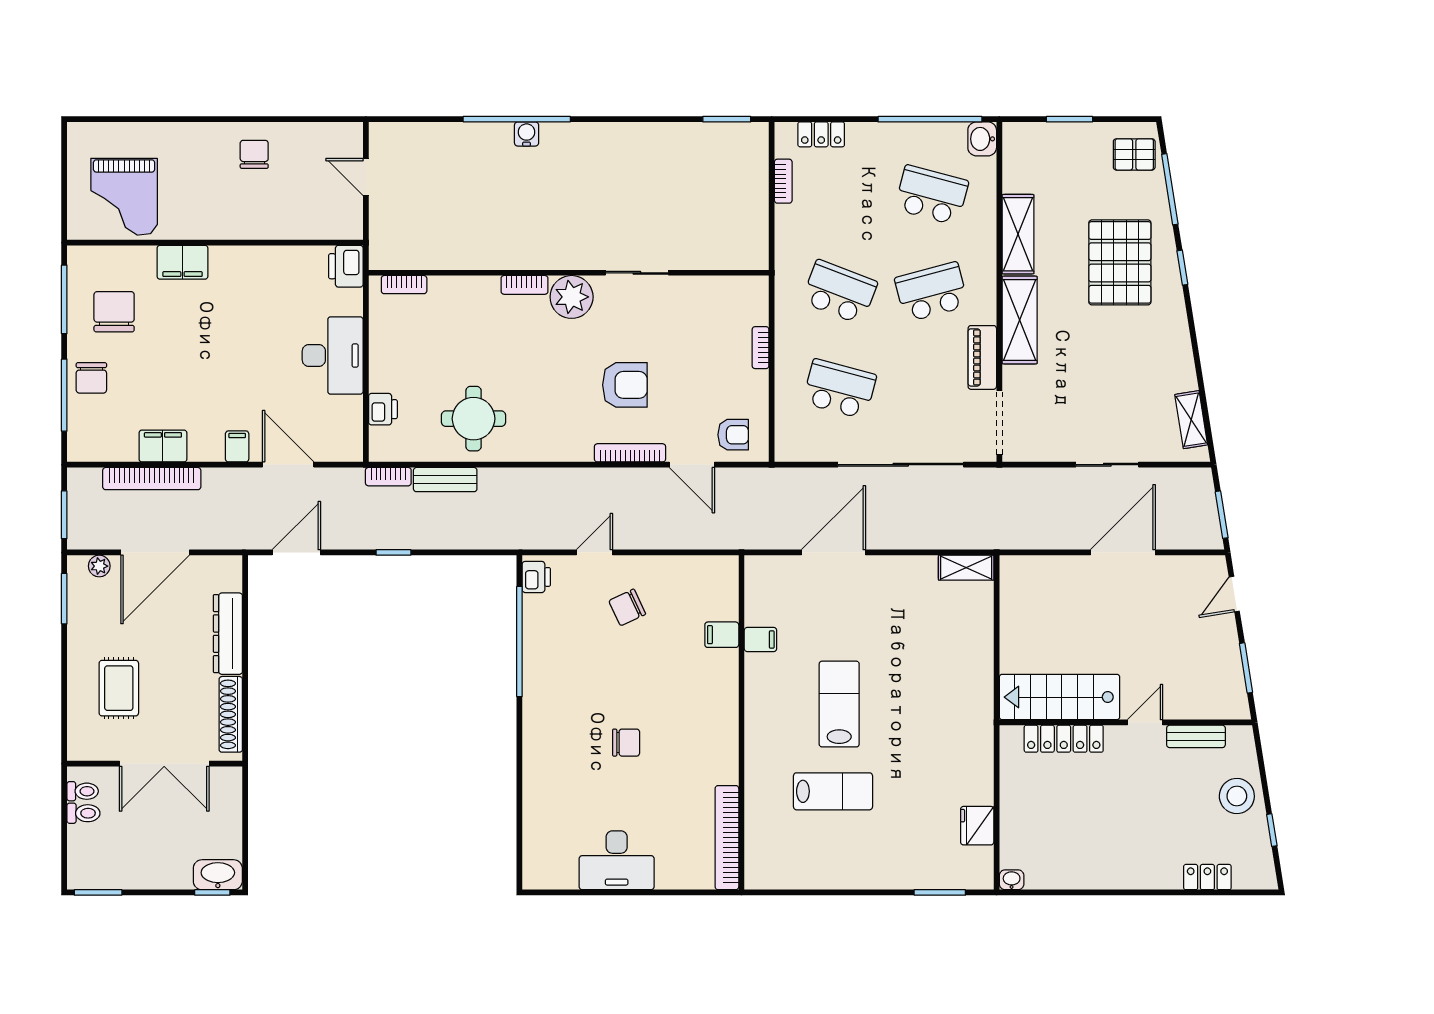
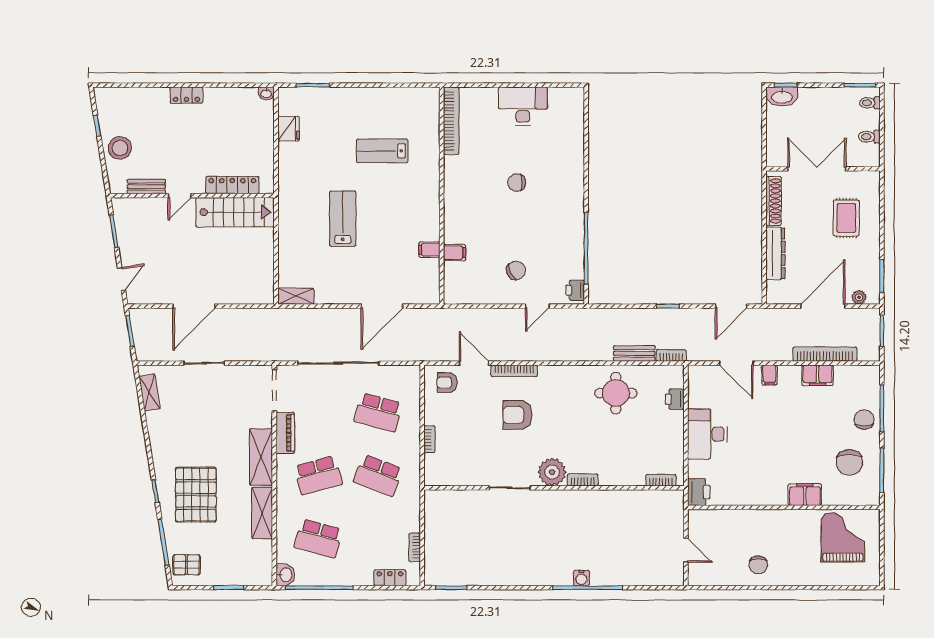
lab bench: (839, 704) -> (343, 219), moved, turned 180
toilet: (83, 791) -> (870, 103), moved
locker: (1207, 877) -> (186, 95), moved

